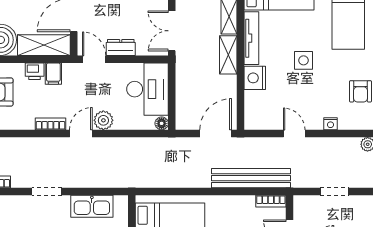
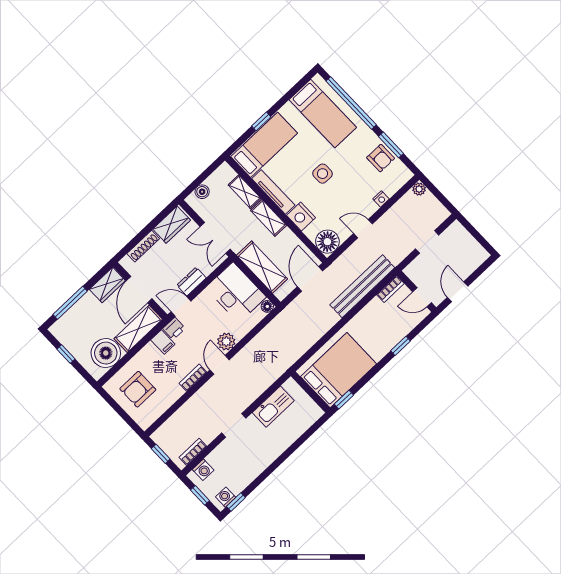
printer: (35, 71) -> (174, 328), moved
shelving: (187, 89) -> (262, 267), added
floor lamp: (257, 117) -> (327, 242), added

